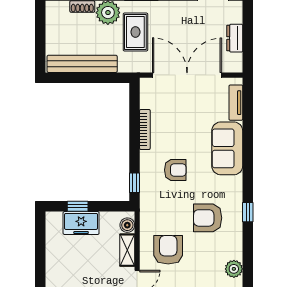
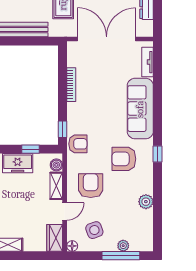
sofa: (227, 148) -> (140, 109), width x1.36
armchair: (175, 170) -> (78, 144), moved
window: (78, 206) -> (31, 149), moved

